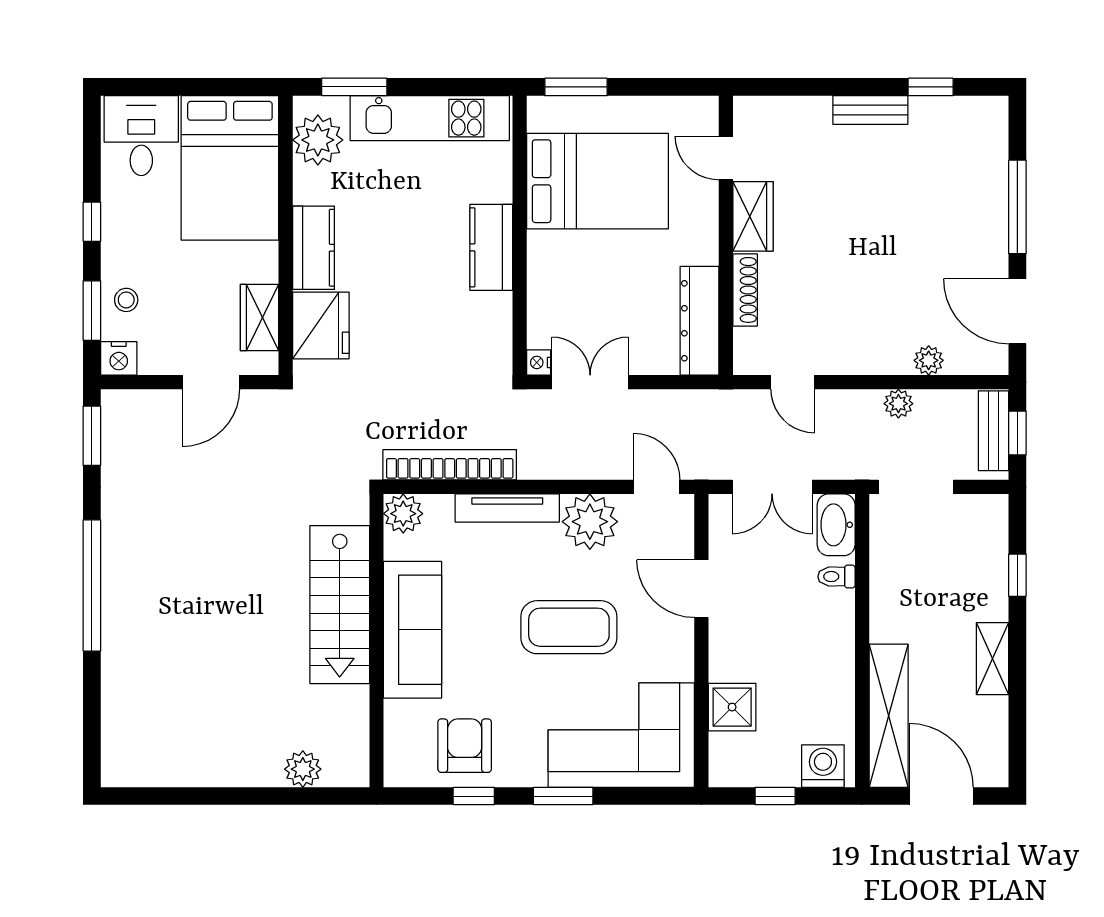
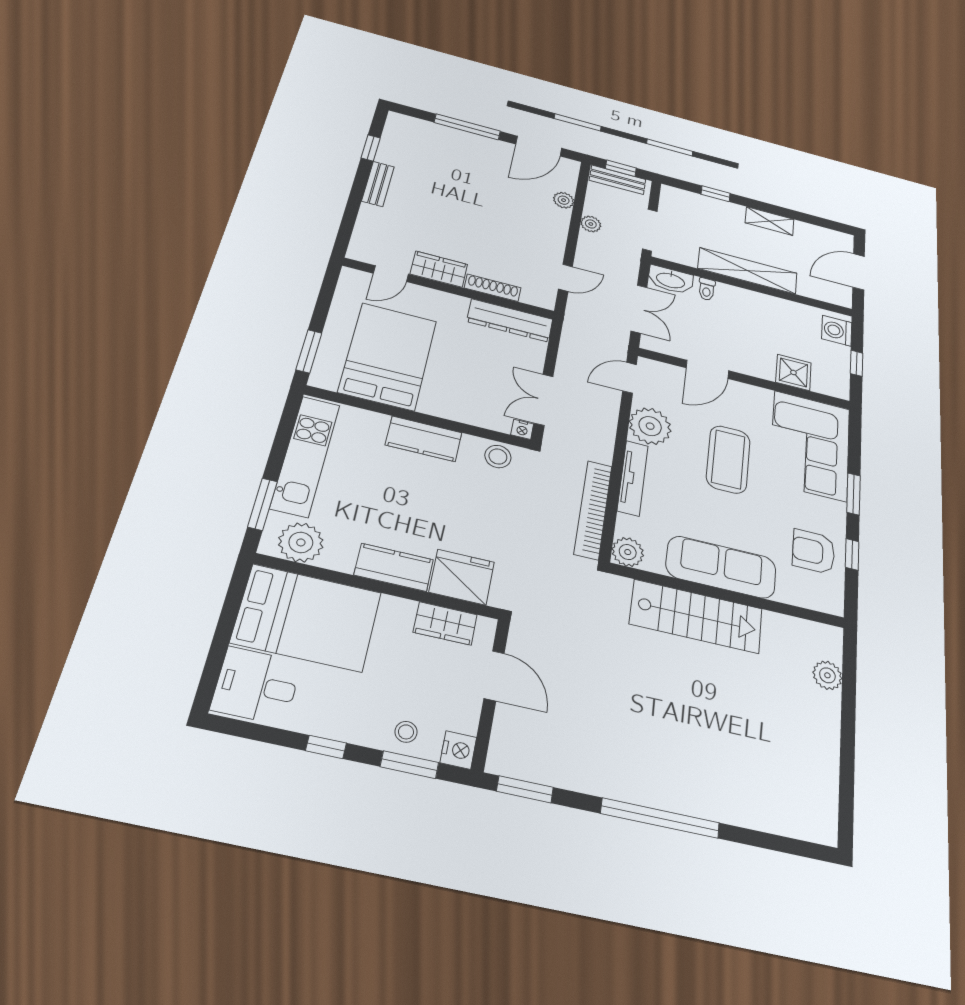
stool: (492, 339) -> (498, 457), added
shelving: (889, 716) -> (748, 271), moved

